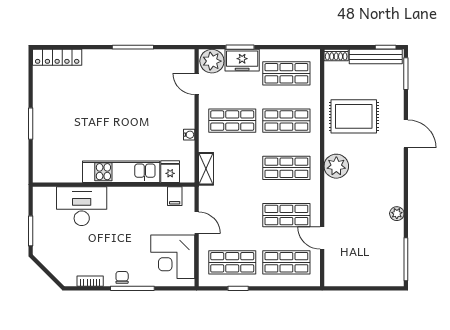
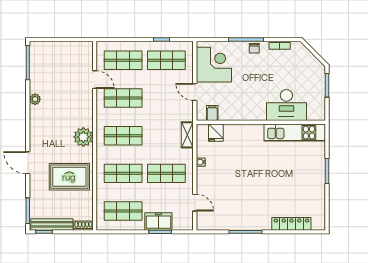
locker: (57, 57) -> (291, 224), moved
plant: (212, 61) -> (183, 221), removed
kitchen unit: (121, 172) -> (295, 133), moved

